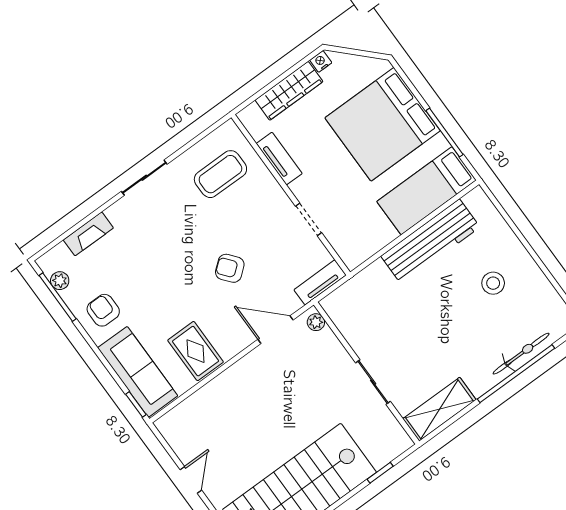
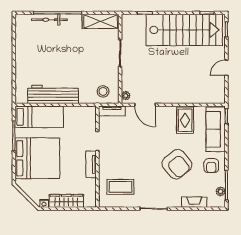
tv unit: (279, 159) -> (91, 164), moved
armchair: (230, 268) -> (177, 164), moved, width x1.88, depth x1.88
stool: (493, 283) -> (103, 91), moved

